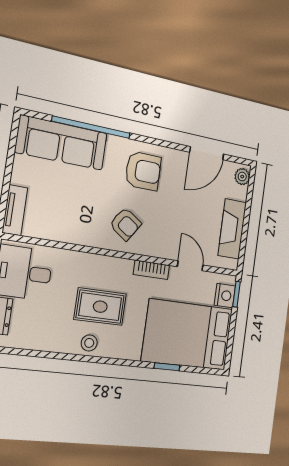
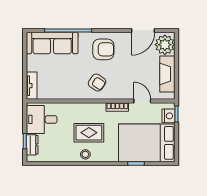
plant: (242, 177) -> (165, 45), width x1.87, depth x1.87

